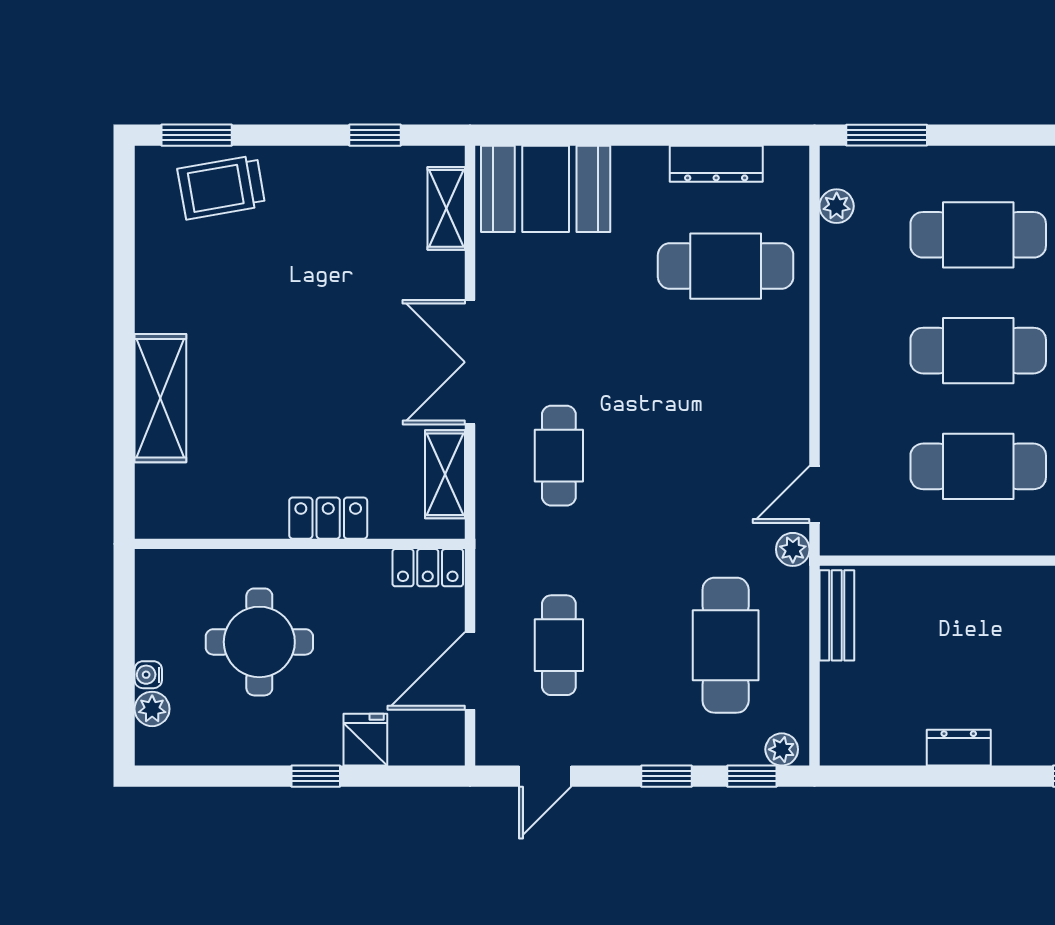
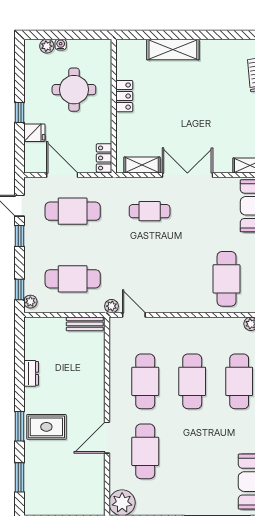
locker: (328, 518) -> (124, 96), moved
cafe table: (559, 645) -> (73, 211), width x1.37, depth x1.35
window: (666, 776) -> (20, 236), moved

